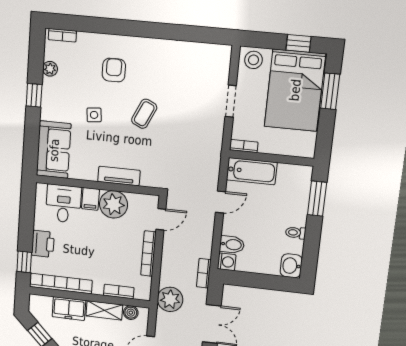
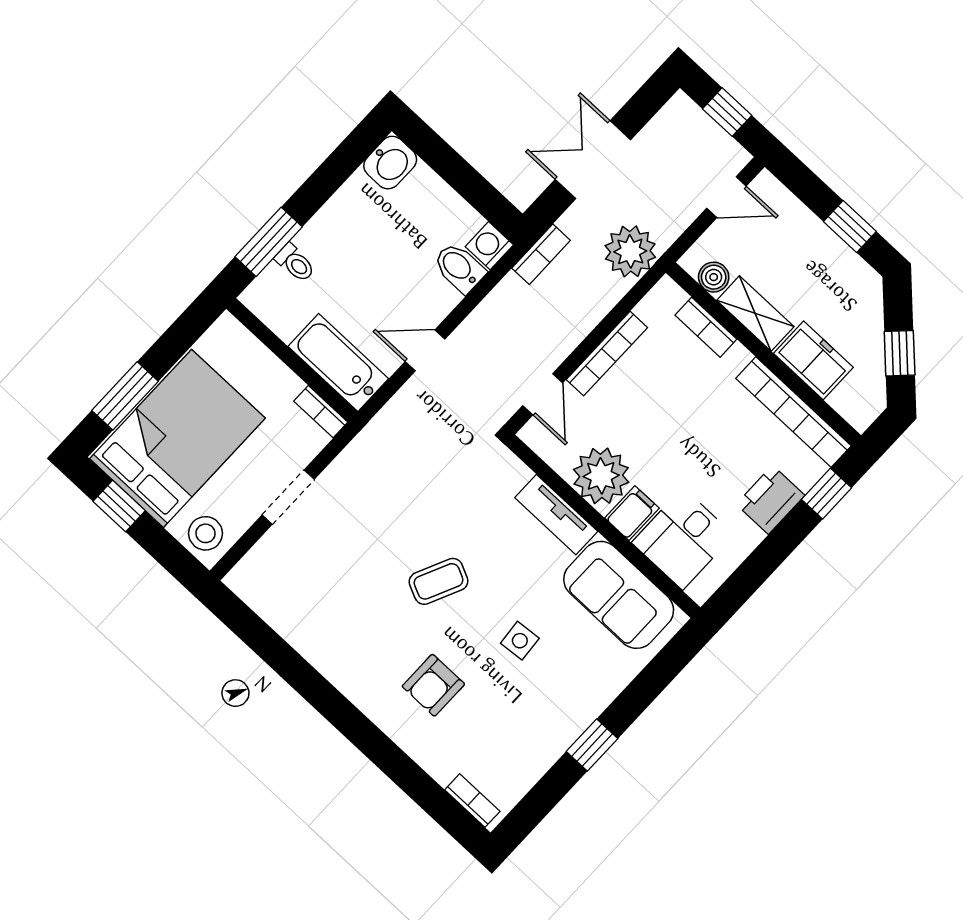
plant: (50, 69) -> (533, 765), removed
sofa: (54, 150) -> (619, 595), moved, turned -90
door: (161, 219) -> (543, 394), swing flipped
toilet: (296, 233) -> (295, 263), moved

